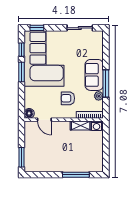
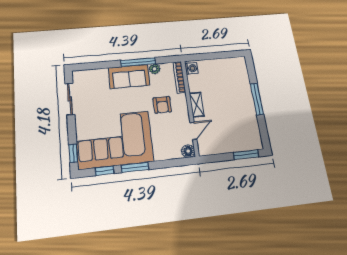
shelving: (81, 125) -> (197, 105), moved
window: (76, 175) -> (257, 99), moved

